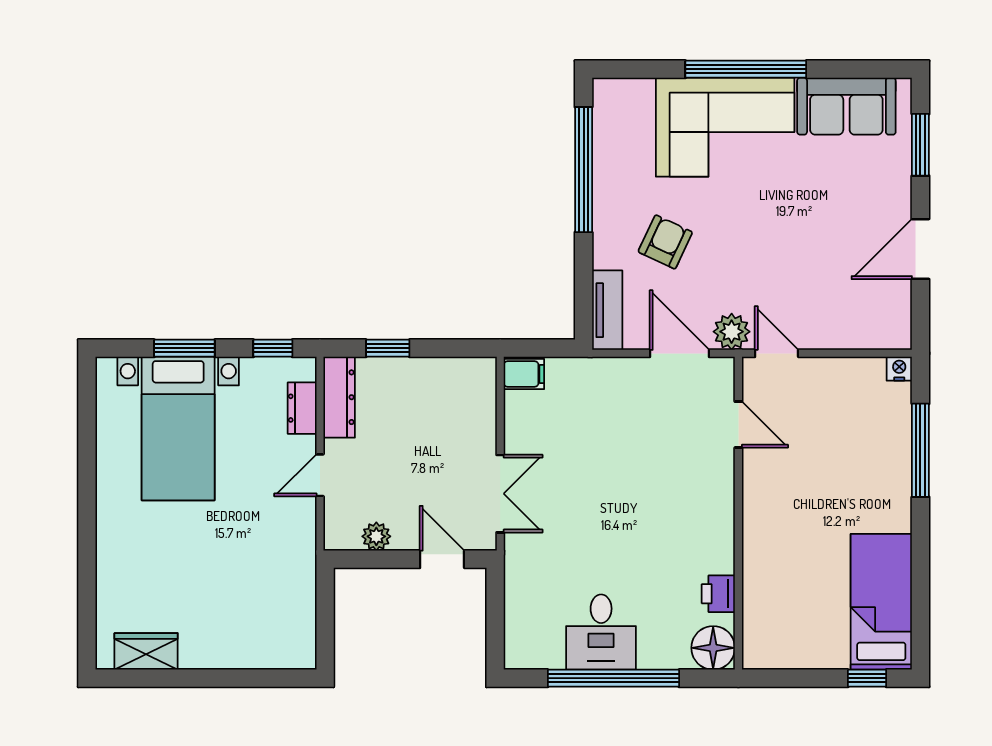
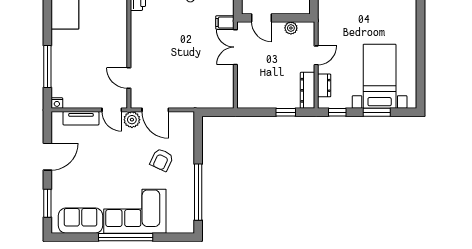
tv unit: (607, 310) -> (81, 118), moved, turned -90
filing cabinet: (524, 374) -> (225, 23), moved

